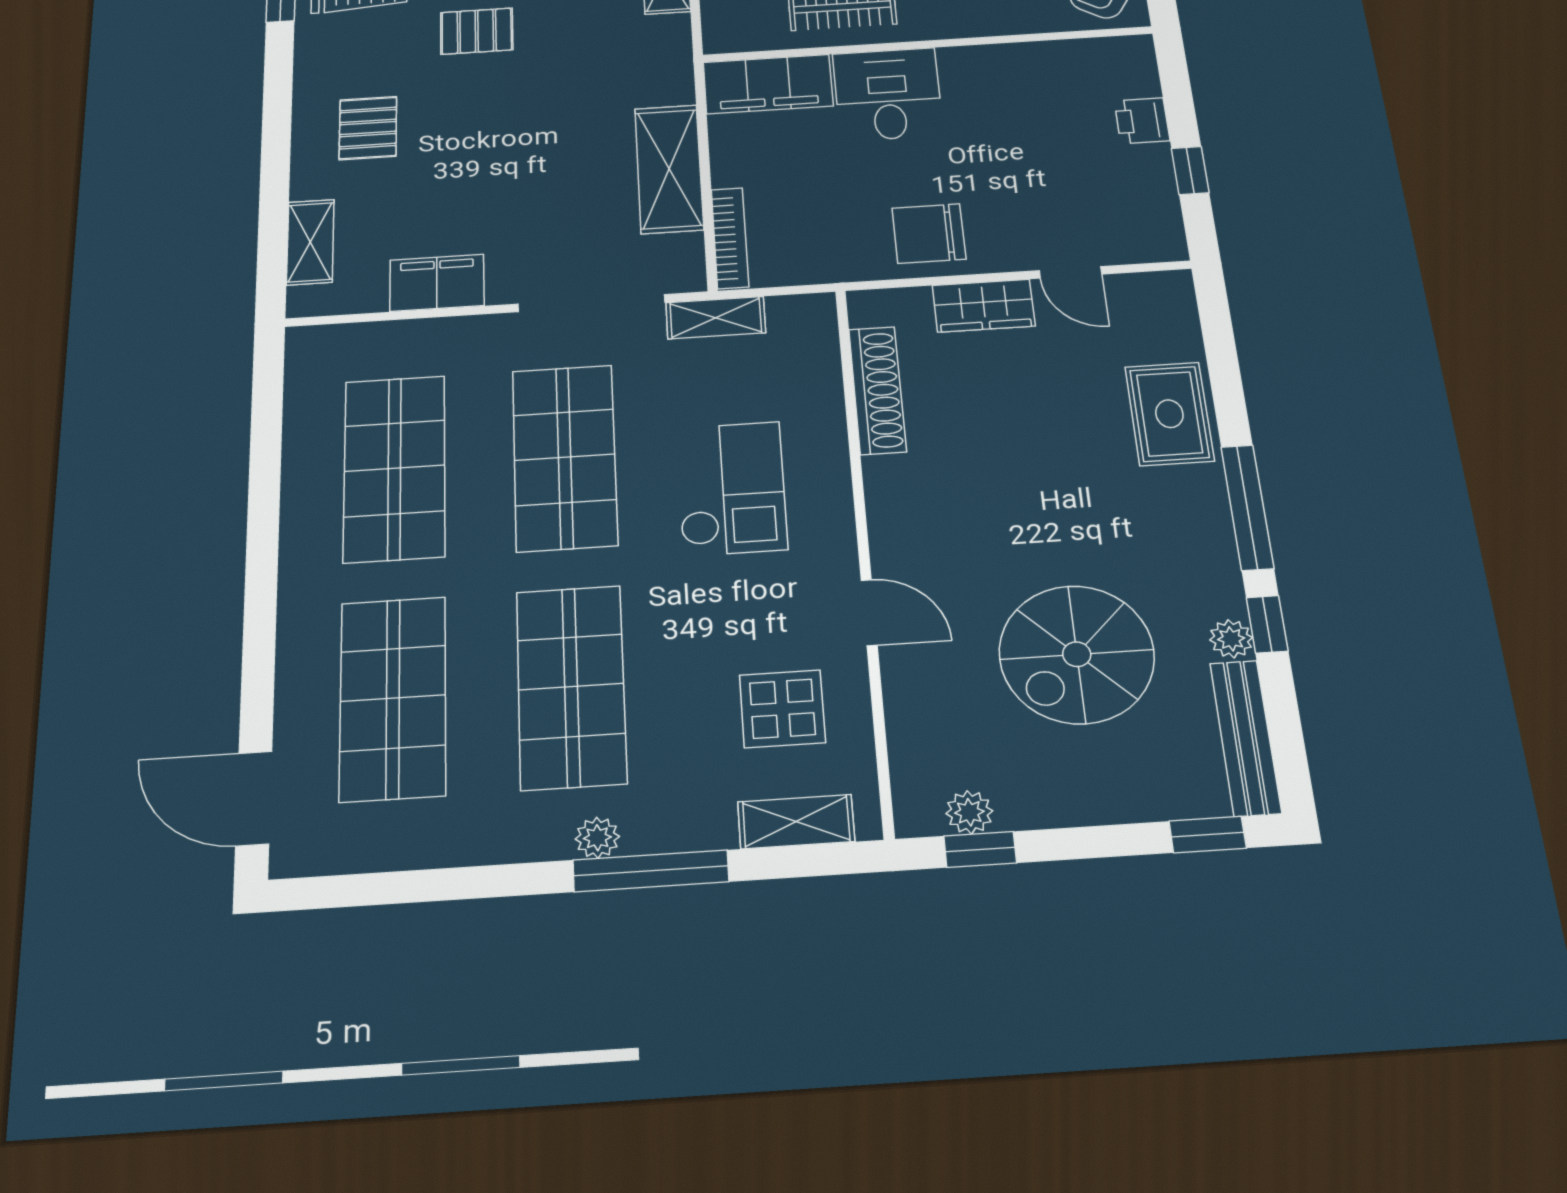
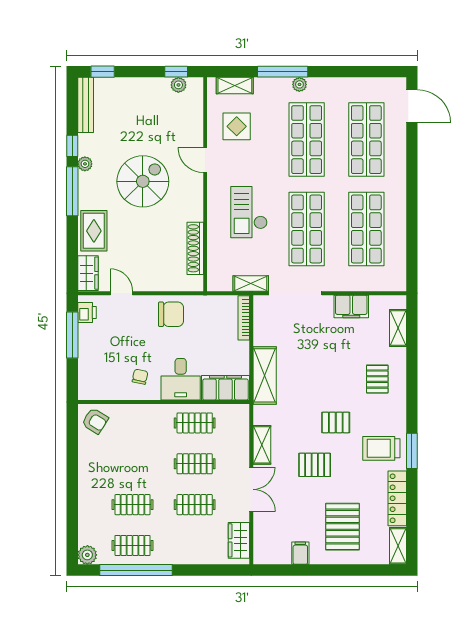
chair: (996, 93) -> (140, 377), added
printer: (1142, 121) -> (87, 312), moved
shelving: (669, 169) -> (265, 375), moved
window: (1190, 170) -> (72, 335), width x2.17
wardrobe: (984, 306) -> (88, 273), moved, turned 90
plant: (1231, 639) -> (85, 164), moved
spiral stairs: (1077, 654) -> (143, 181), moved

